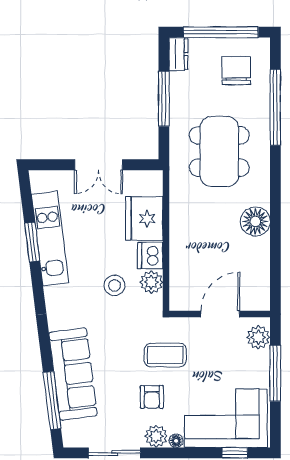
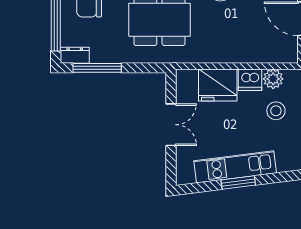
window: (164, 99) -> (97, 68), moved

